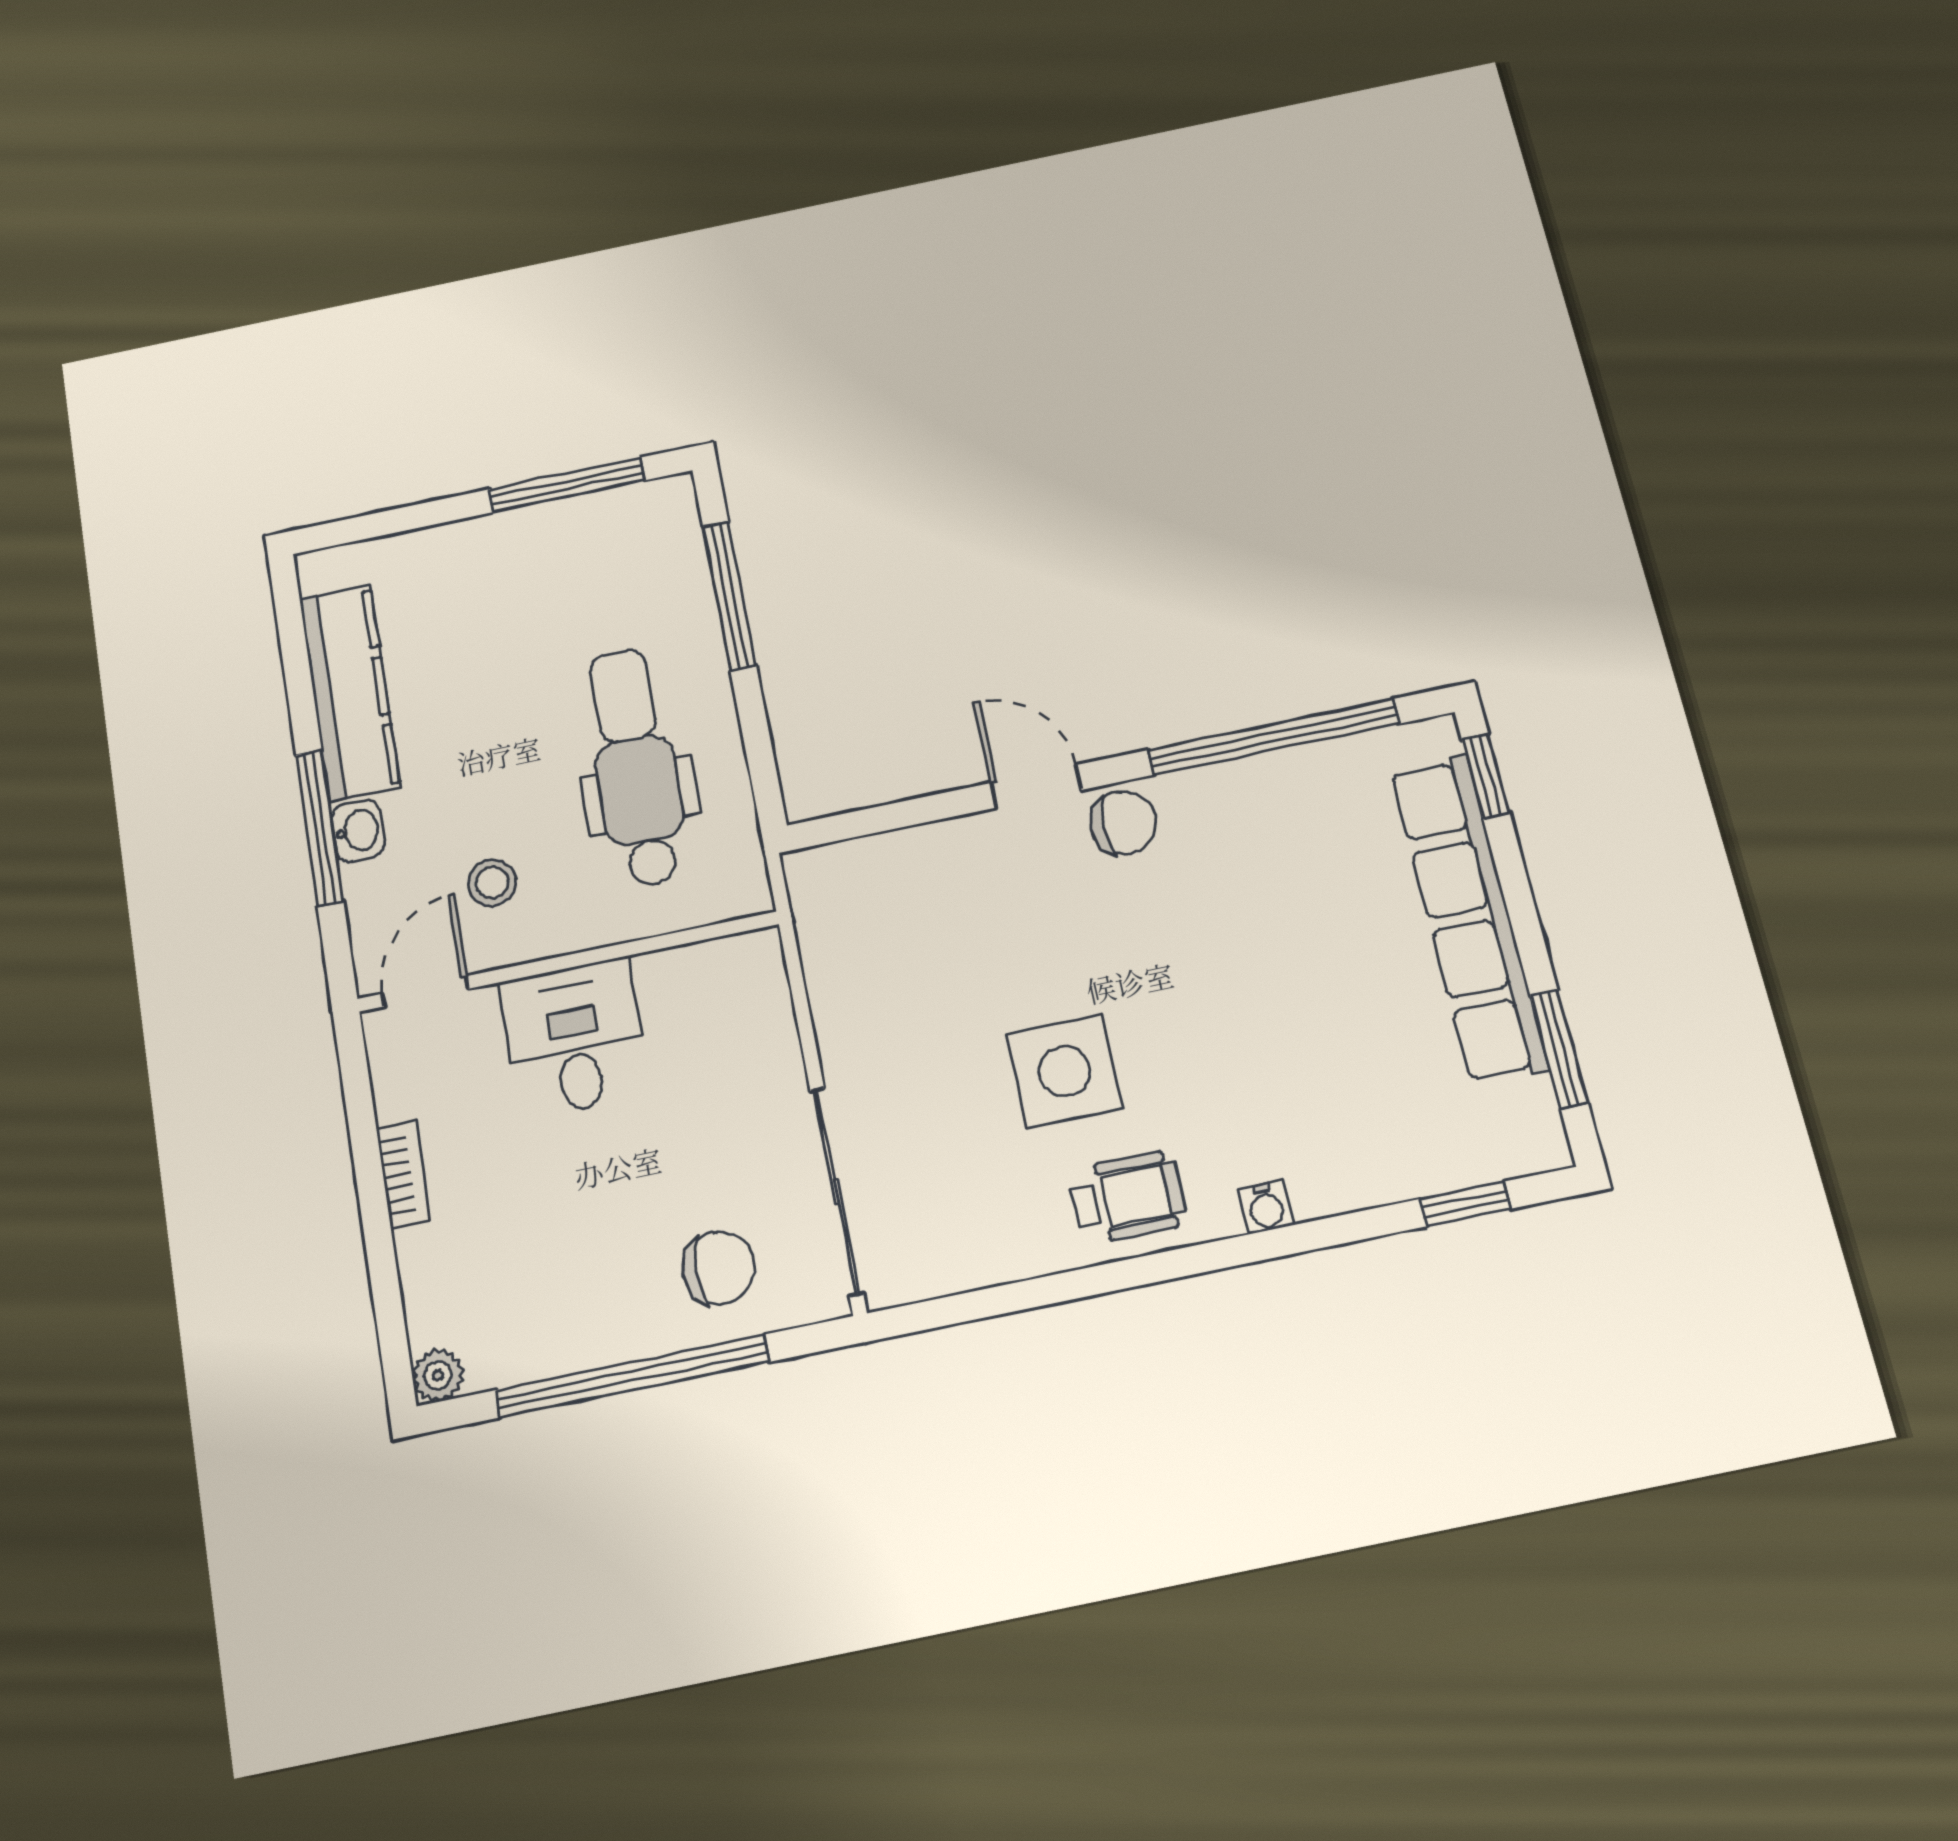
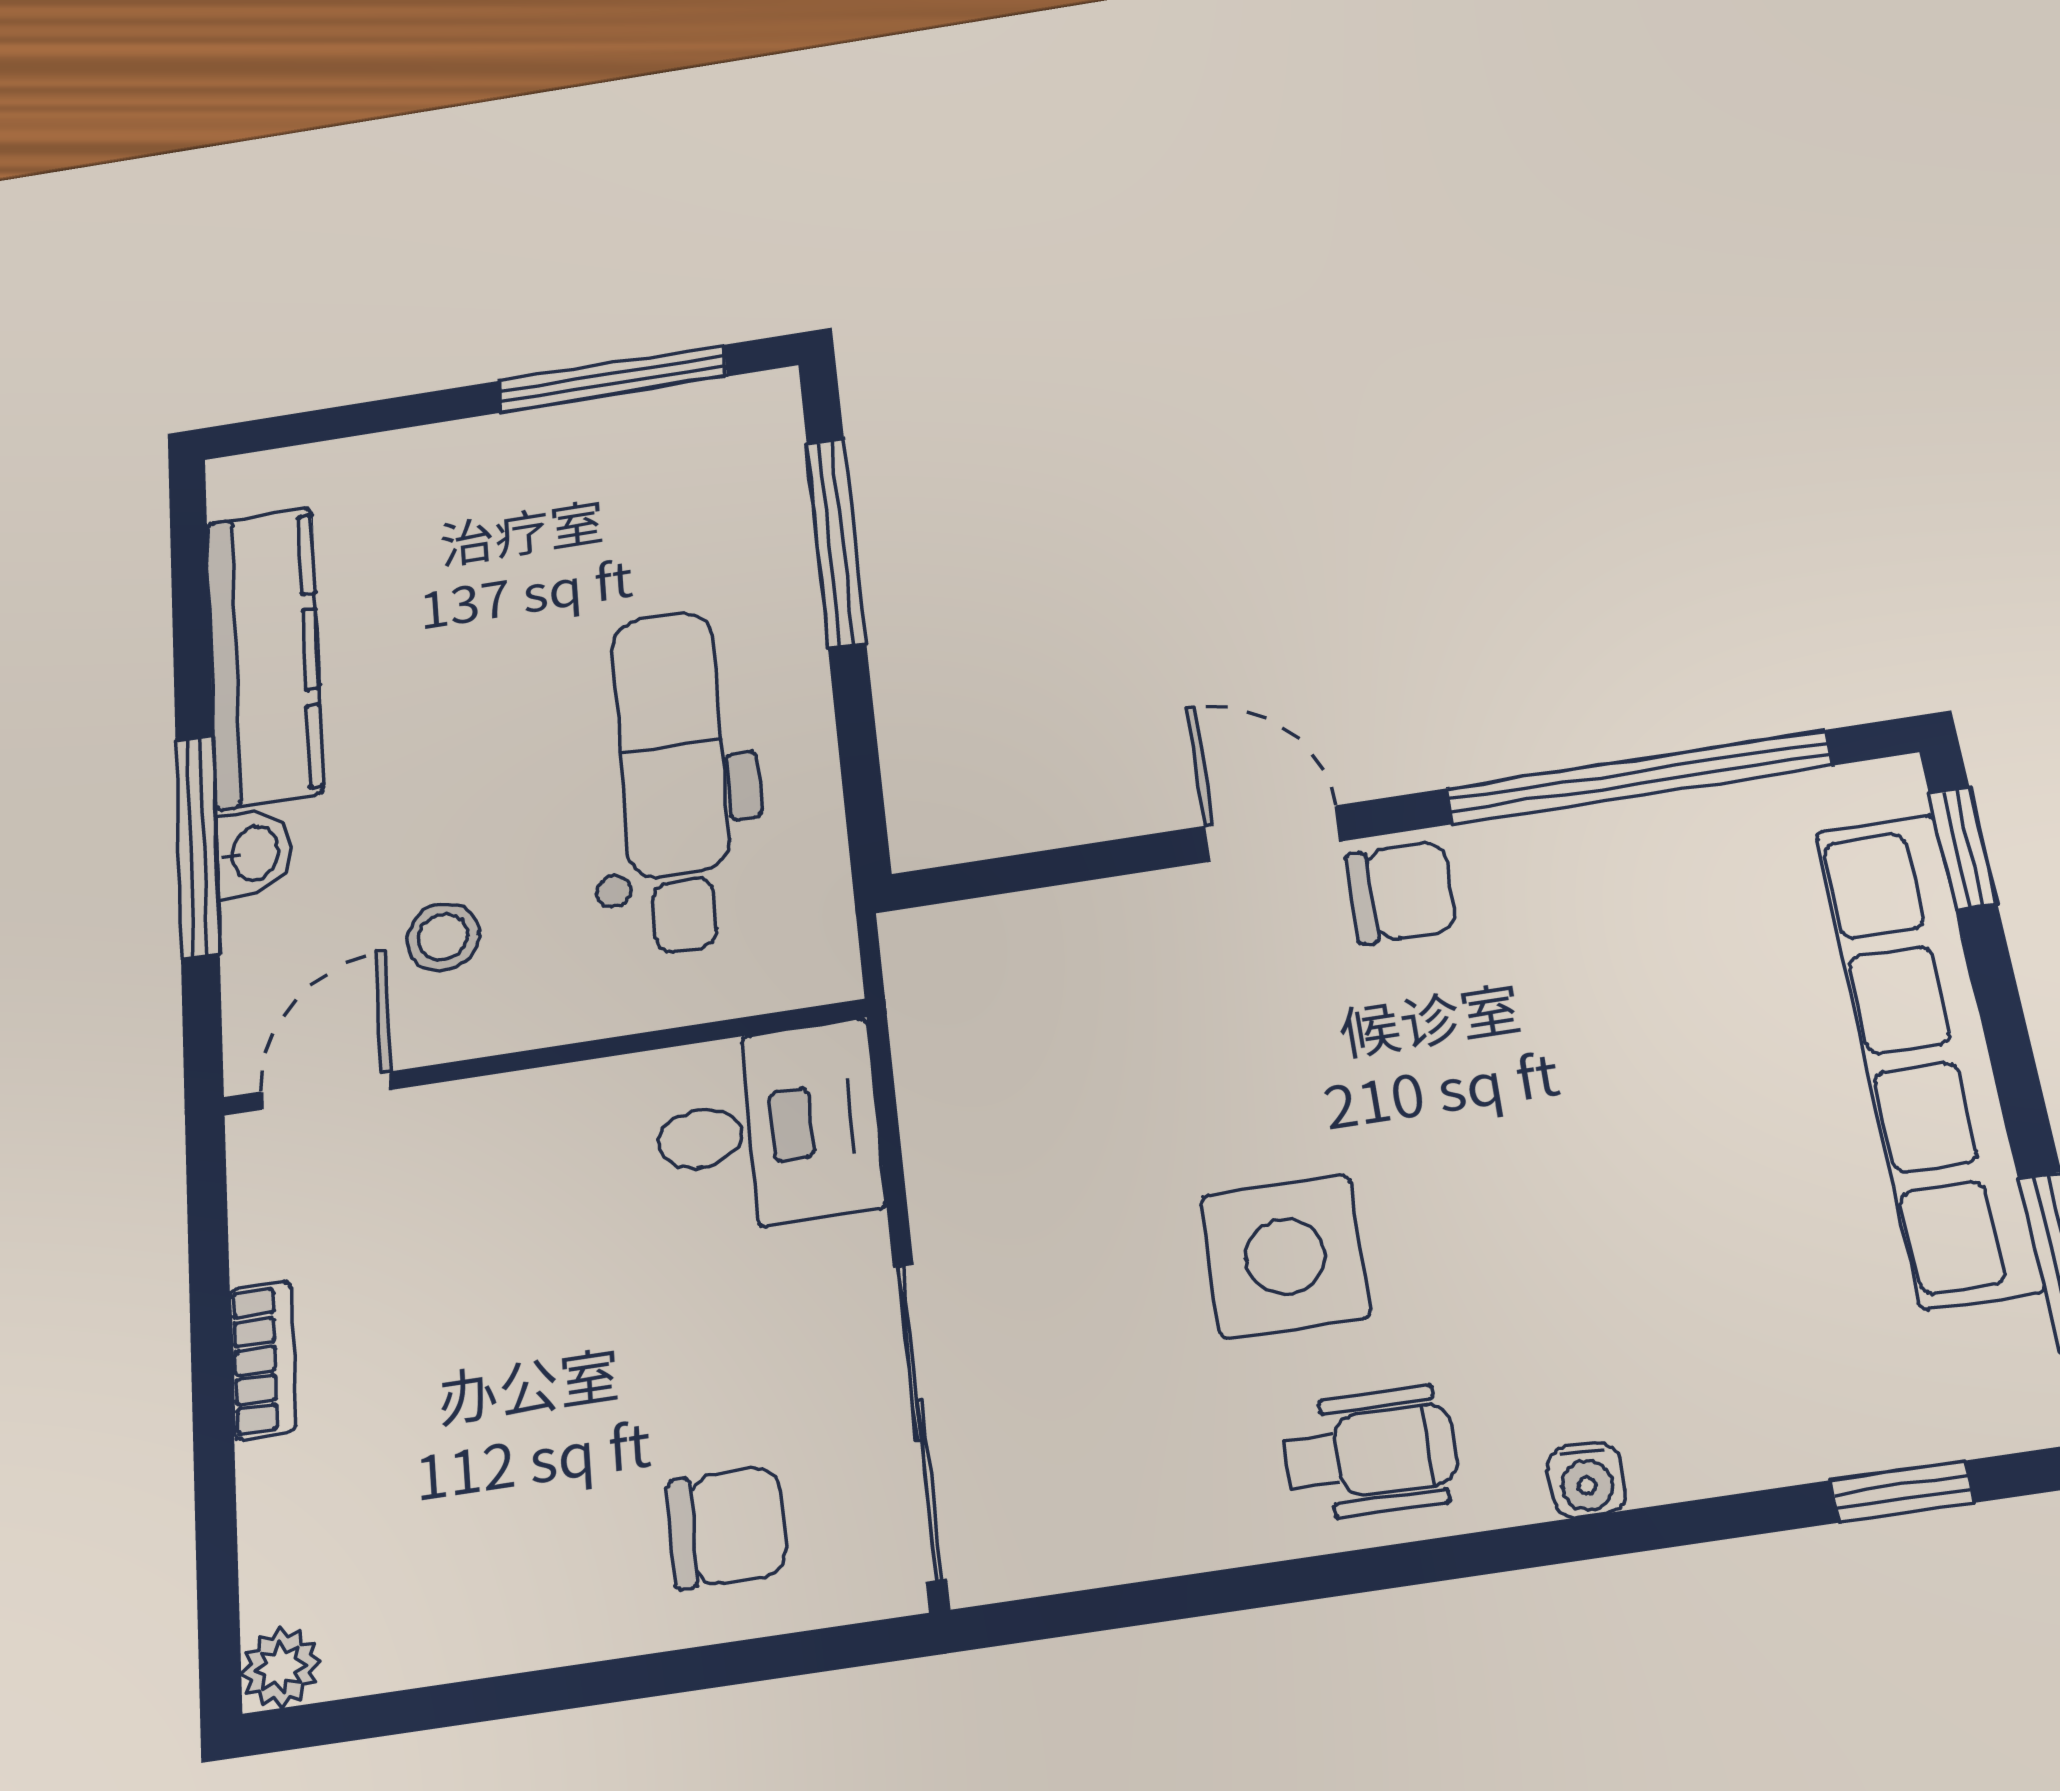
desk: (574, 1038) -> (768, 1128), moved, turned 90
window: (632, 1376) -> (578, 1686), removed

